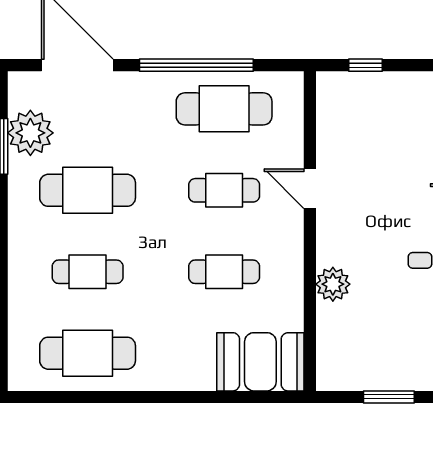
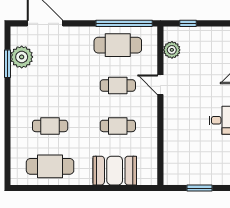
window: (196, 65) -> (124, 23), moved
cafe table: (88, 190) -> (50, 86), removed
plant: (333, 284) -> (172, 50), moved
booth: (260, 362) -> (115, 171), moved

